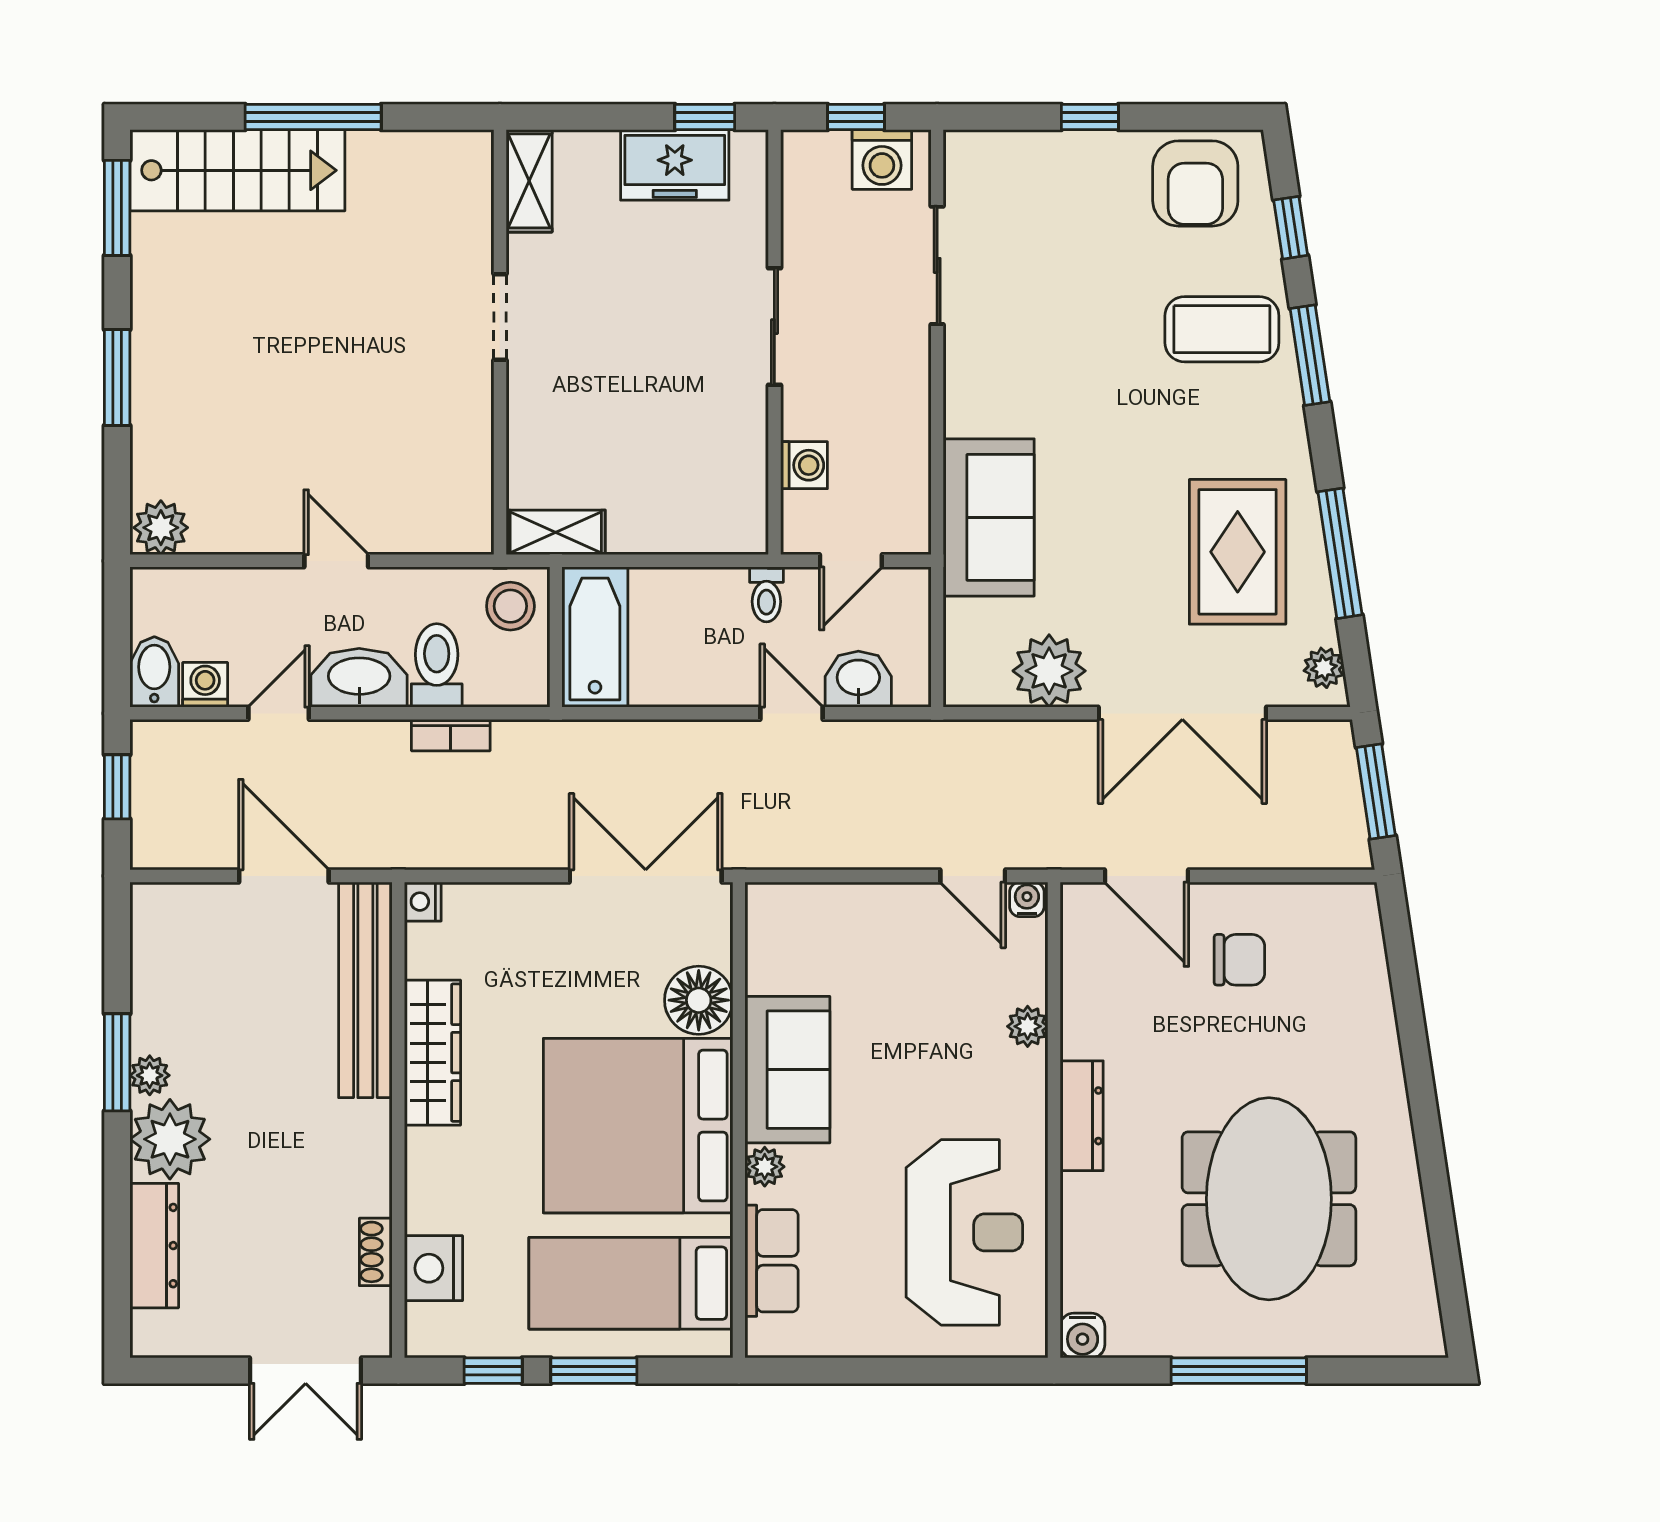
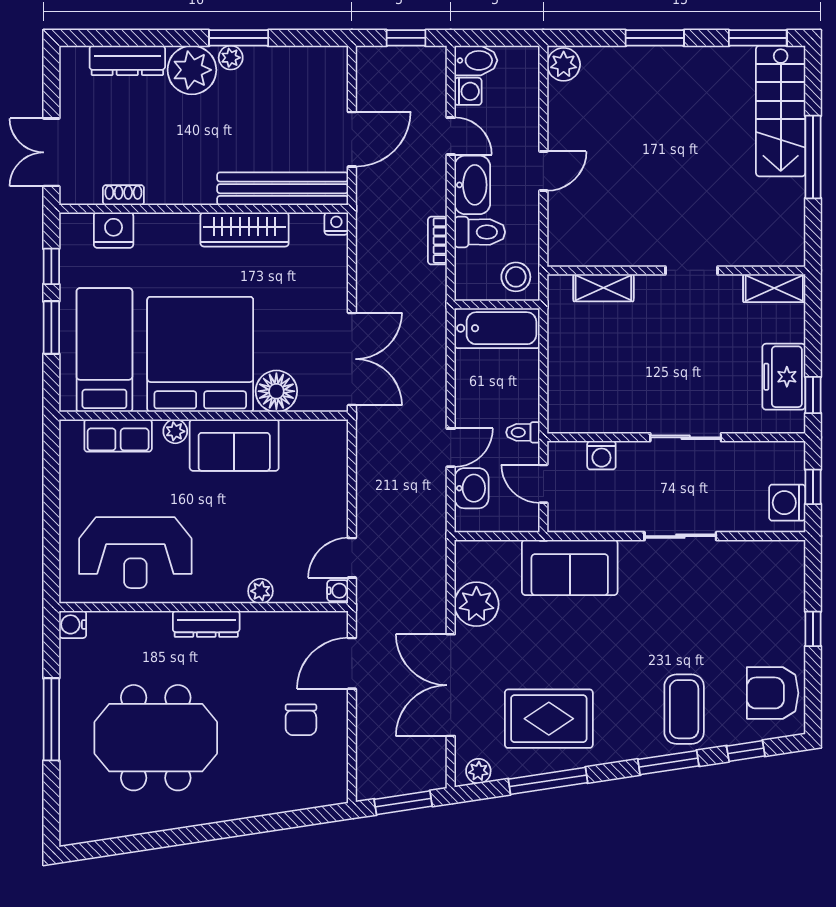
sliding door: (937, 265) -> (680, 536), moved
shelving: (556, 532) -> (603, 288), moved, turned 90

